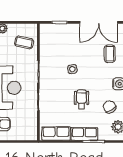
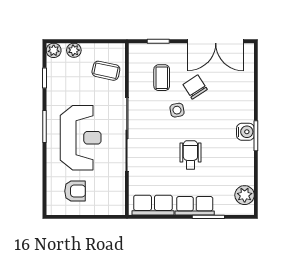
coffee table: (110, 54) -> (162, 78), moved
chair: (110, 107) -> (195, 87), moved

